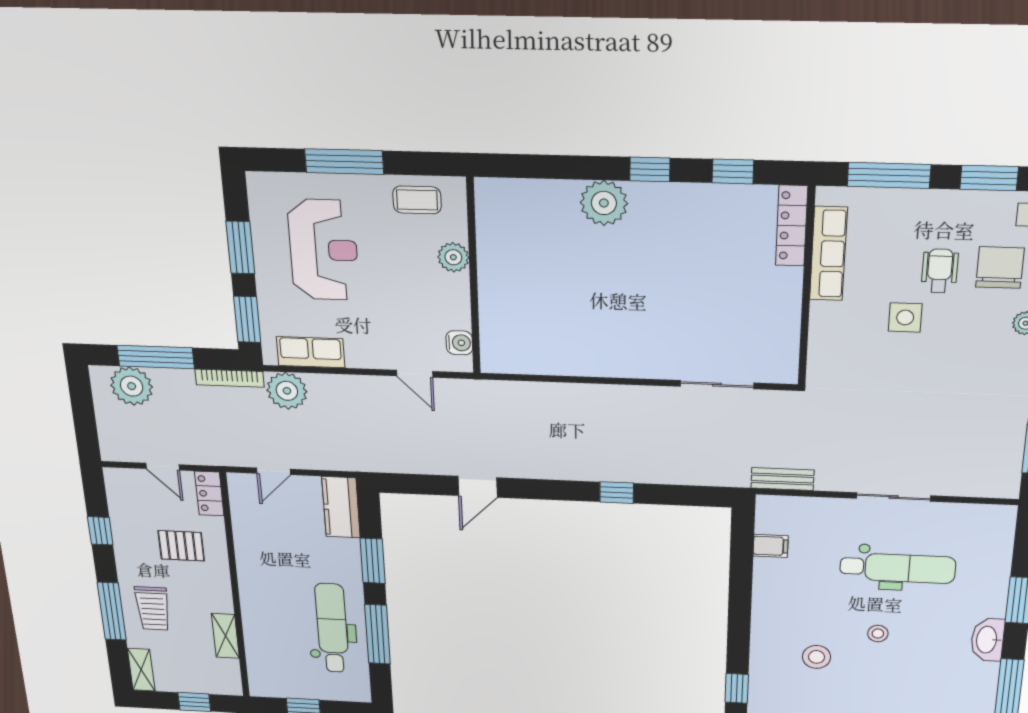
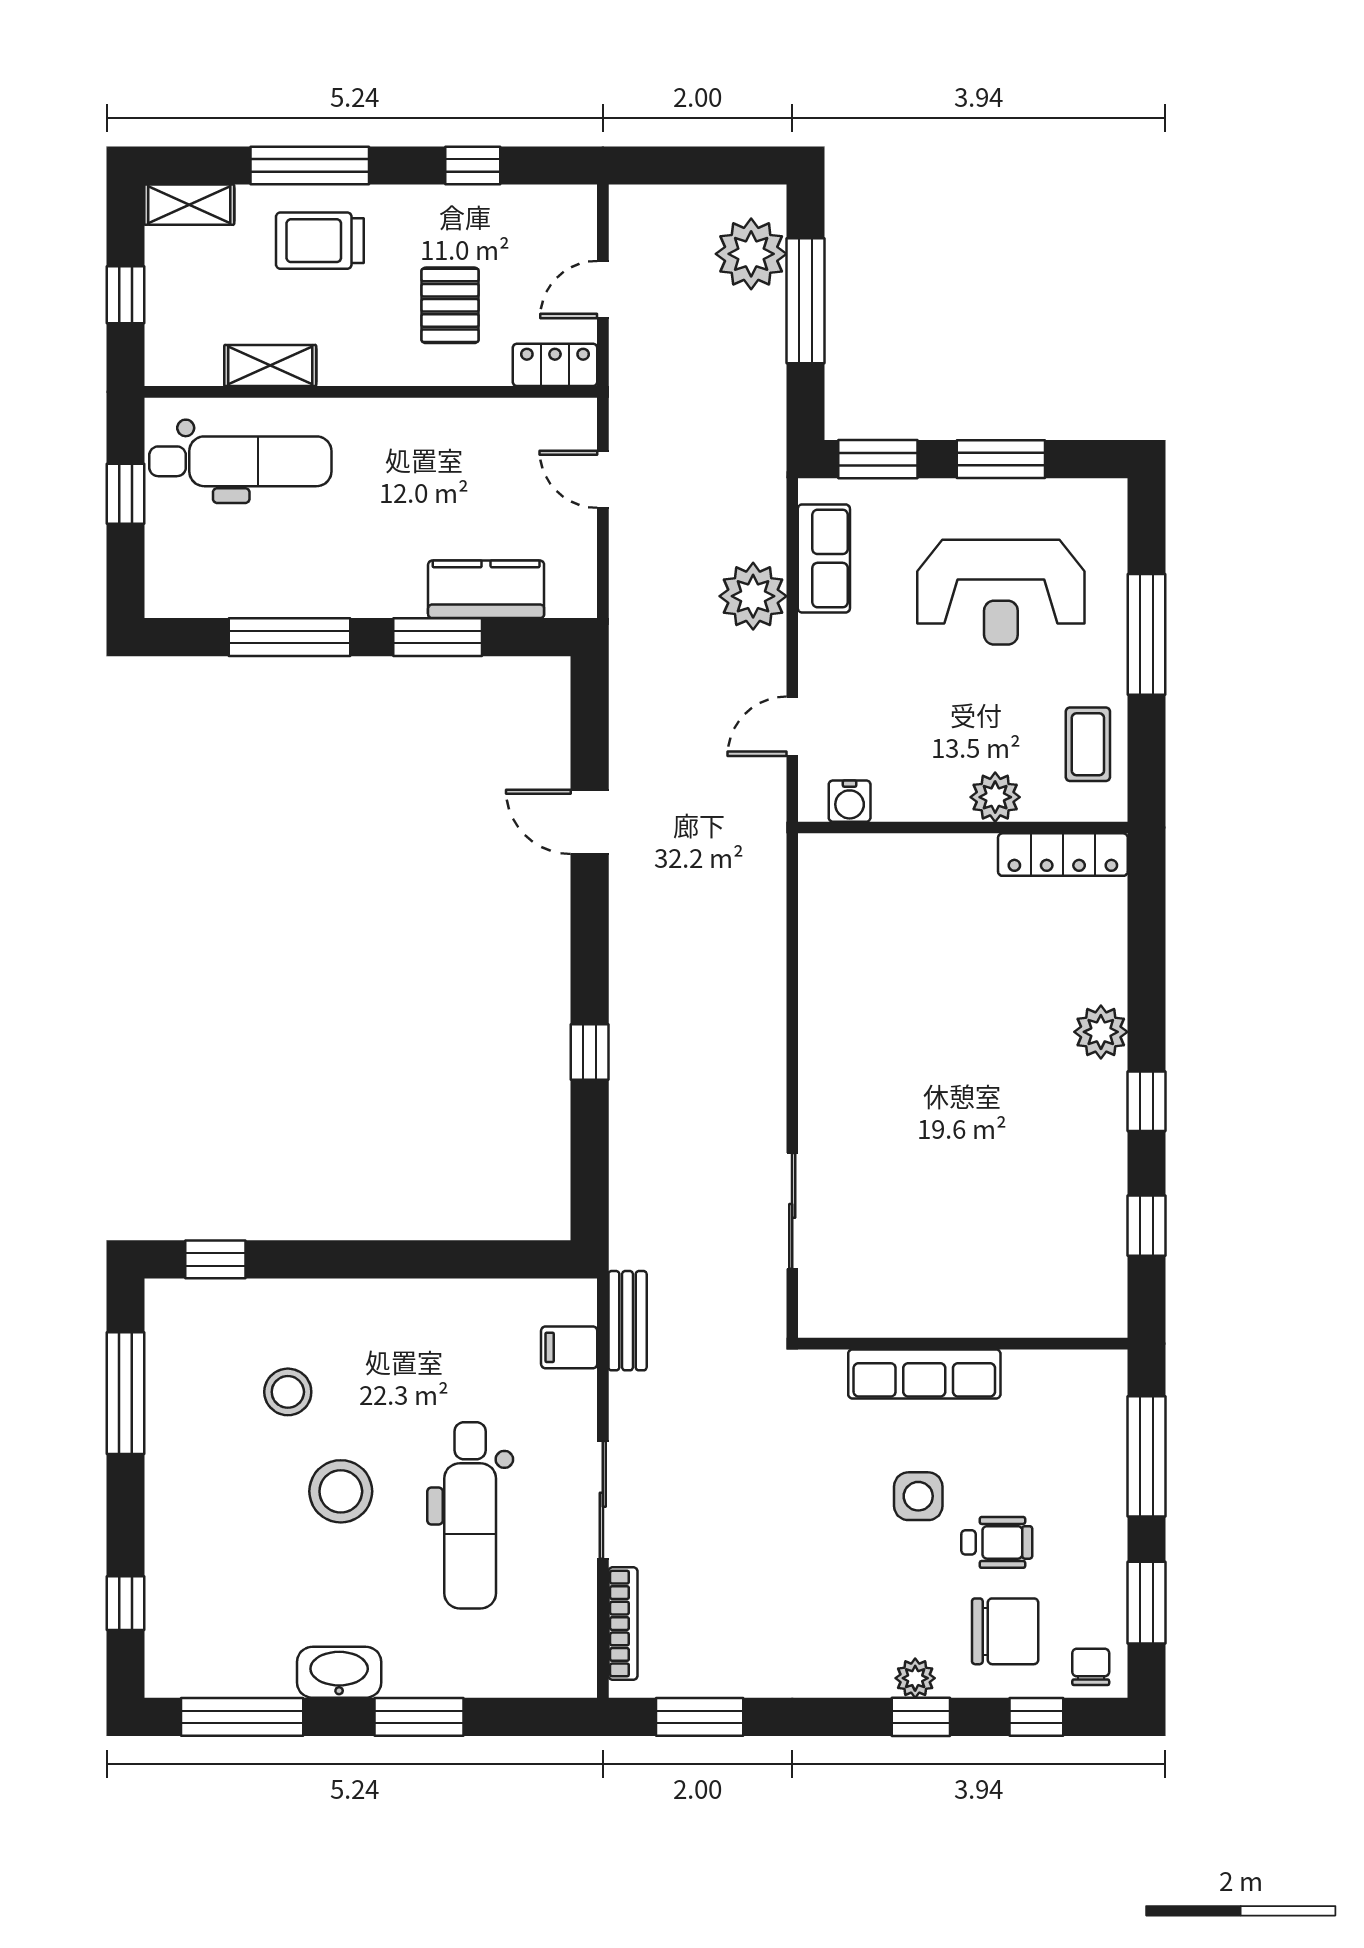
plant: (604, 203) -> (1101, 1032), width x0.73, depth x0.73
locker: (792, 226) -> (1063, 855), moved, turned 180
row of seats: (828, 254) -> (924, 1374), moved
bookcase: (230, 378) -> (623, 1624), moved, turned 180
plant: (287, 391) -> (753, 596), moved
kitchen counter: (341, 507) -> (486, 589), moved
filing cabinet: (771, 546) -> (569, 1347), moved, turned 90
dental chair: (332, 628) -> (240, 461), moved
stool: (878, 633) -> (341, 1491), width x1.89, depth x1.89

